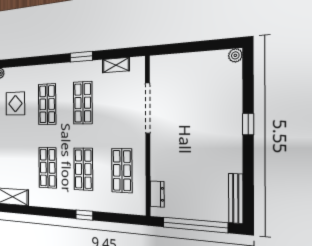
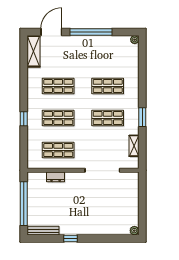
display table: (15, 104) -> (109, 55), removed
window: (248, 124) -> (71, 238), moved
dresser: (157, 194) -> (56, 177), moved

